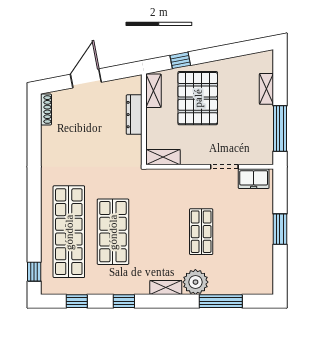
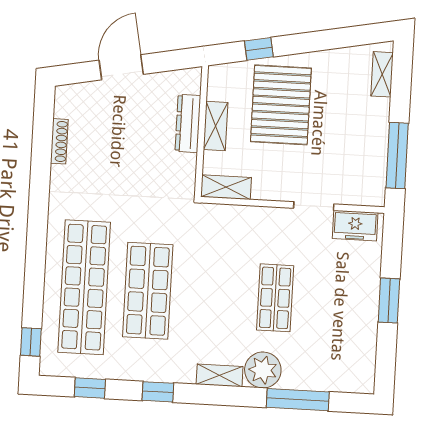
shelving: (266, 89) -> (382, 74), moved
shelving: (153, 91) -> (216, 126), moved
shoe rack: (46, 110) -> (59, 141), moved

